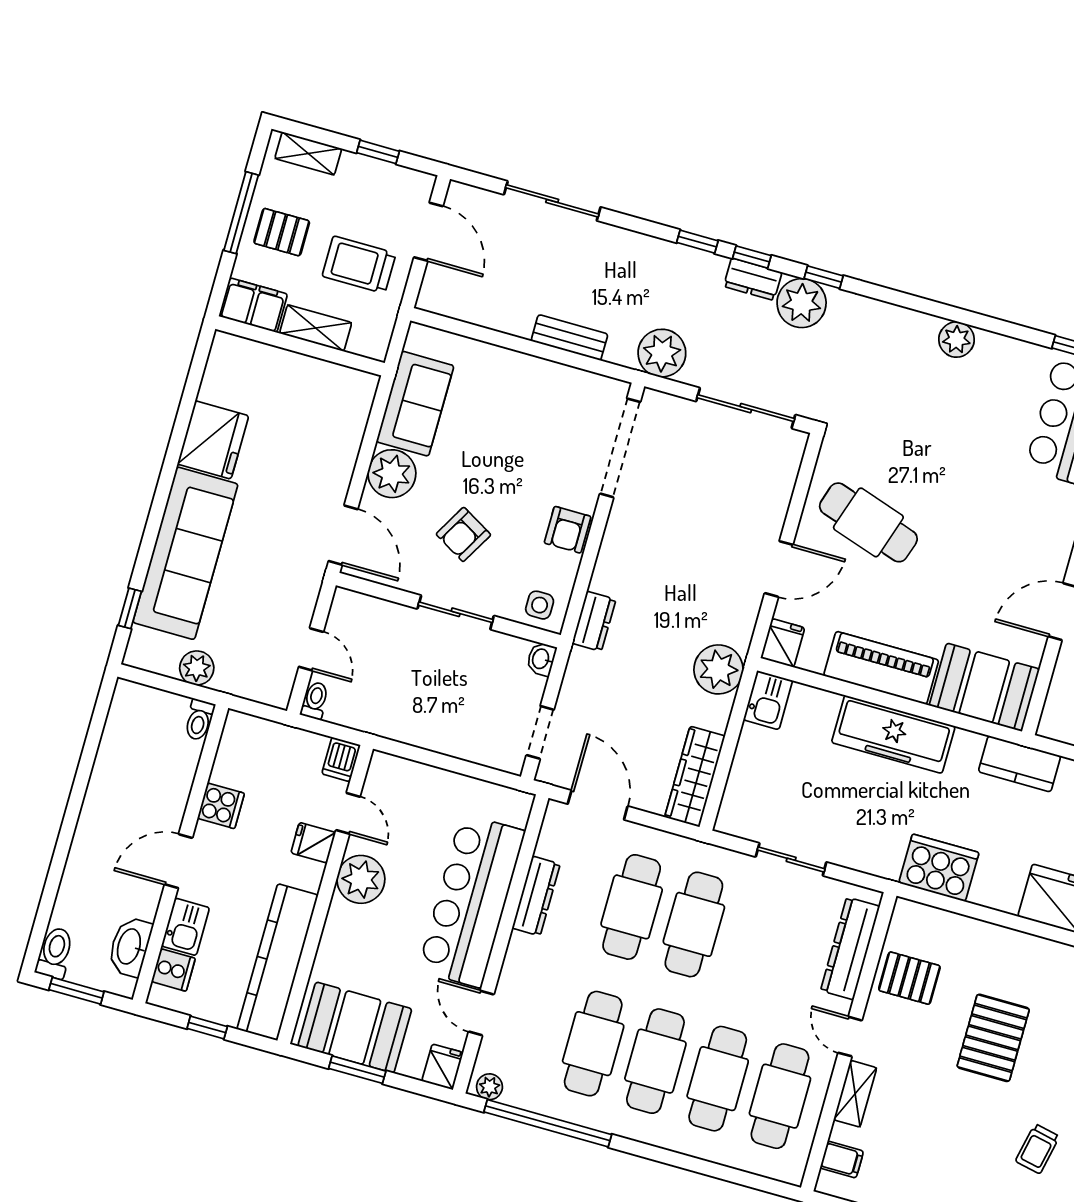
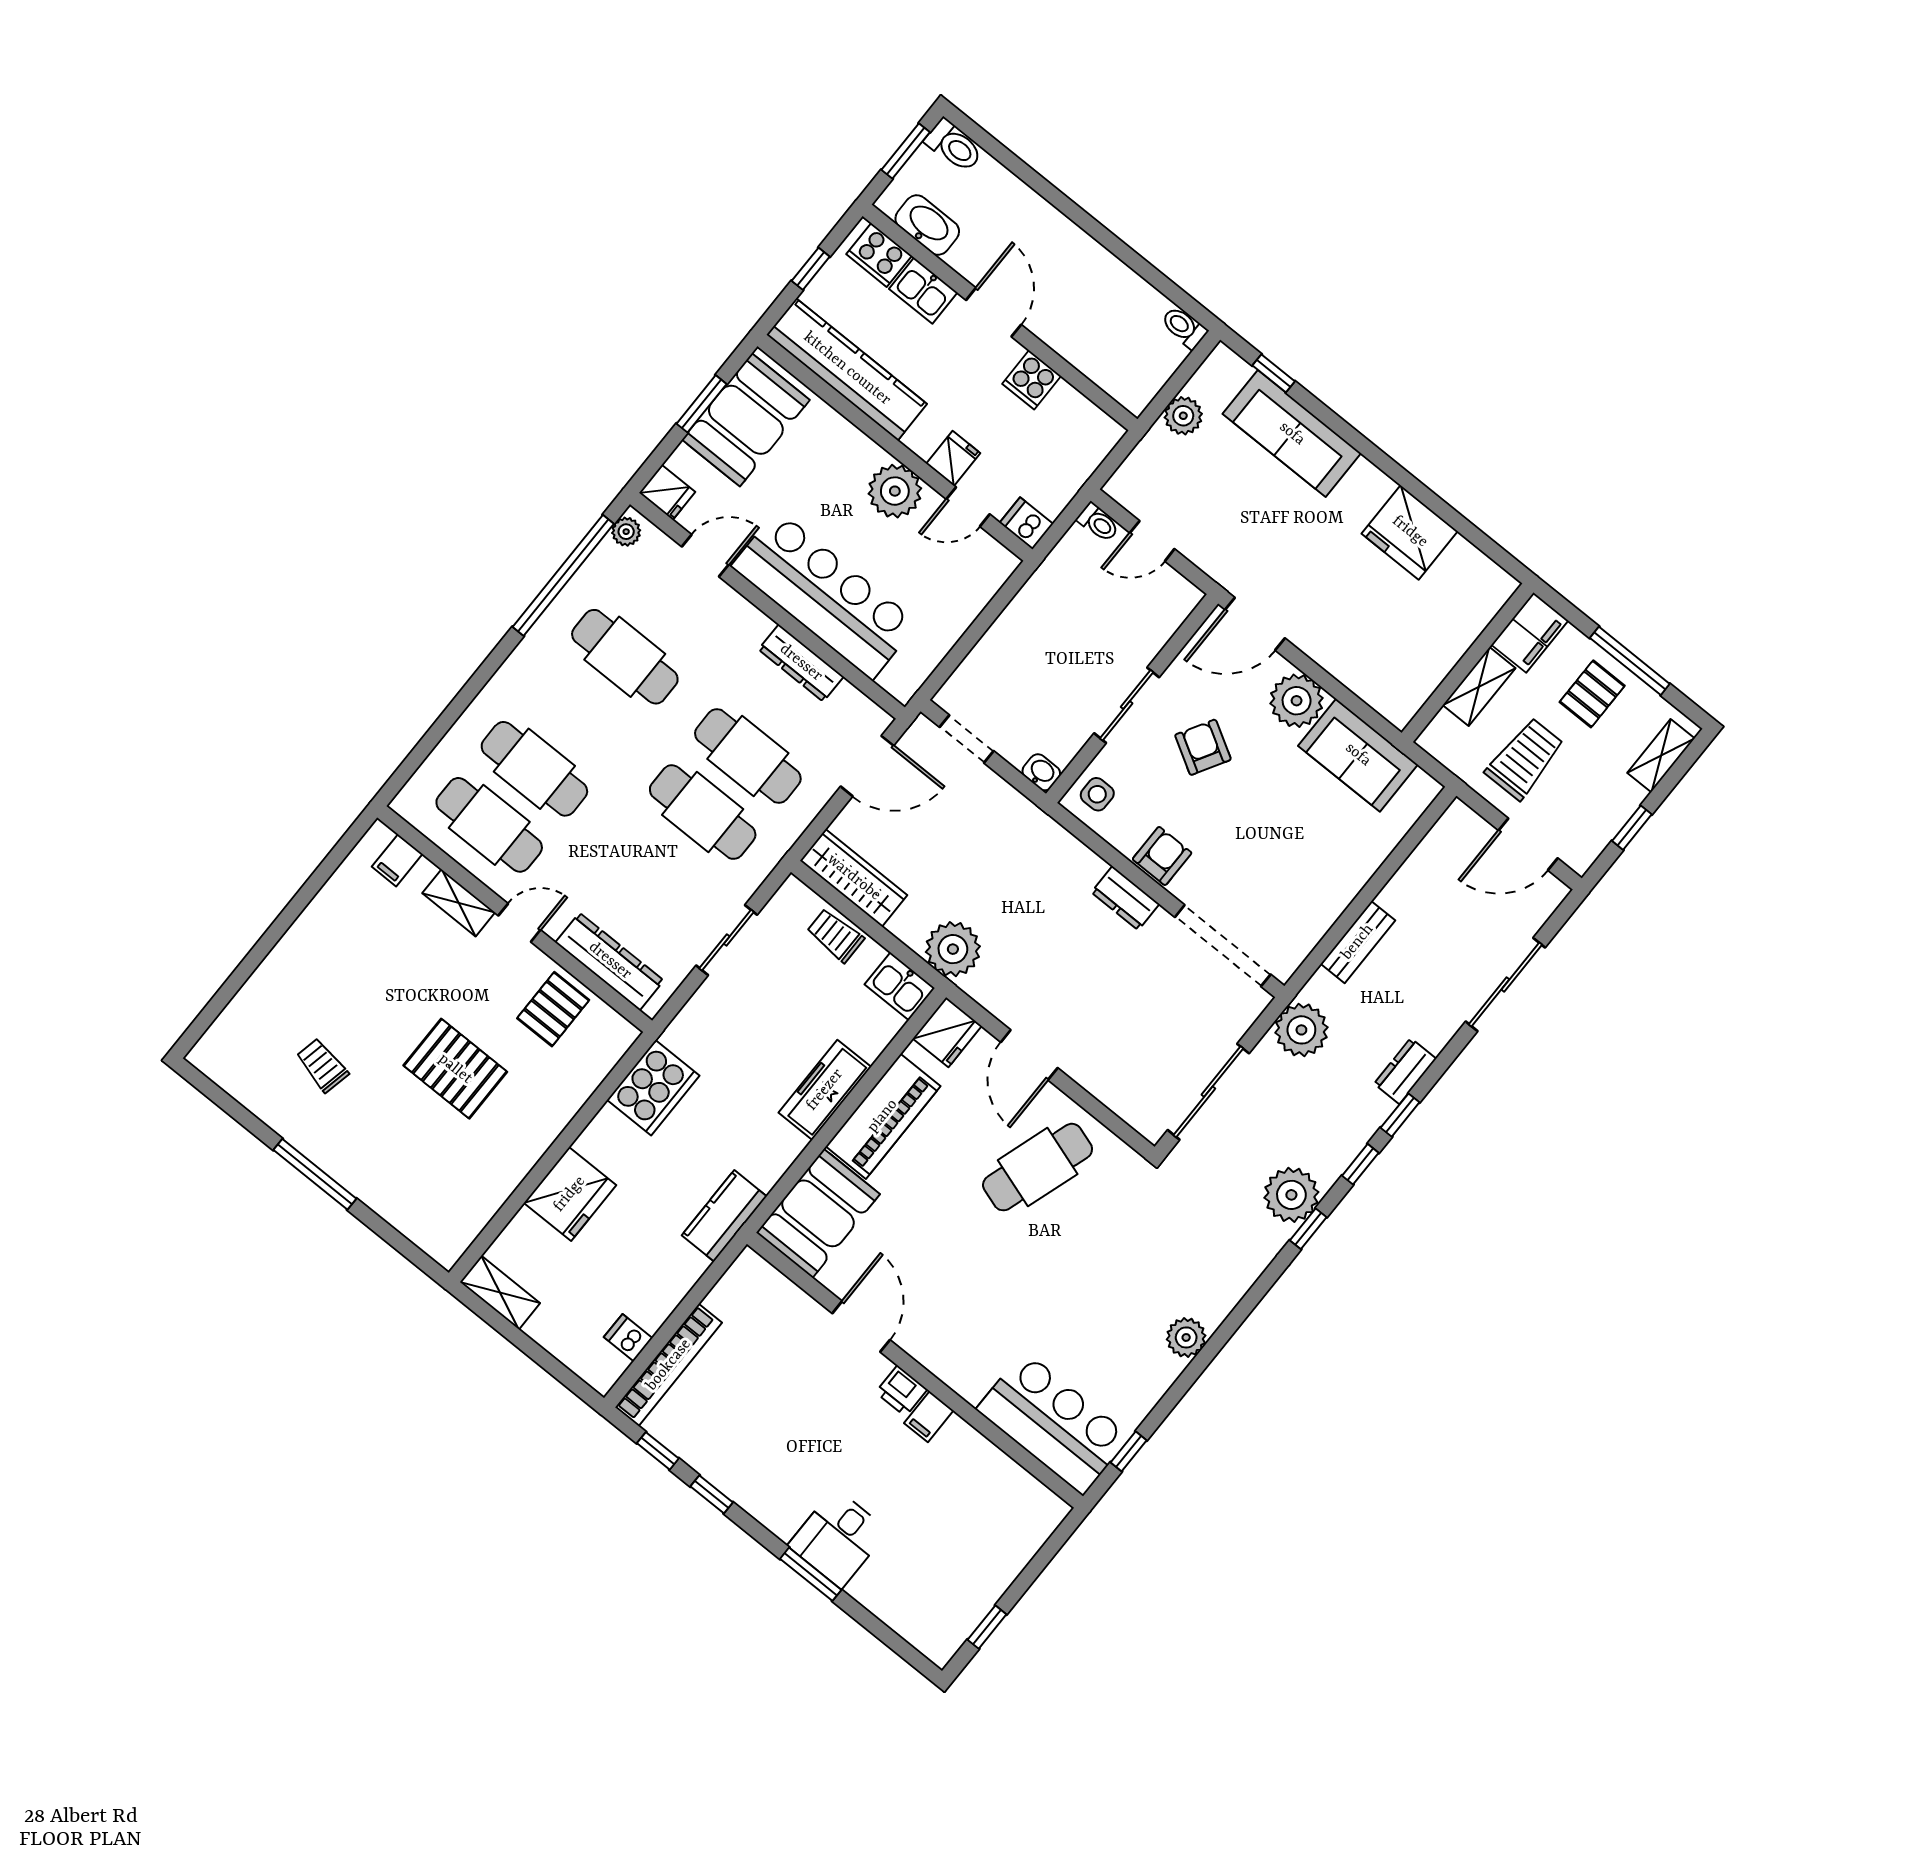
dresser: (753, 279) -> (1405, 1071), moved
armchair: (568, 530) -> (1162, 856), turned 90
sofa: (185, 553) -> (1292, 434), width x0.74, depth x0.79
dresser: (594, 621) -> (1125, 898), moved
fridge: (783, 643) -> (947, 1032), width x1.38
toilet: (199, 720) -> (1184, 327), moved
freezer: (893, 734) -> (825, 1090), width x0.73, depth x0.79
trolley: (749, 771) -> (835, 935), added
cooker: (173, 970) -> (879, 255), width x1.36
cafe table: (655, 1061) -> (580, 713), removed

